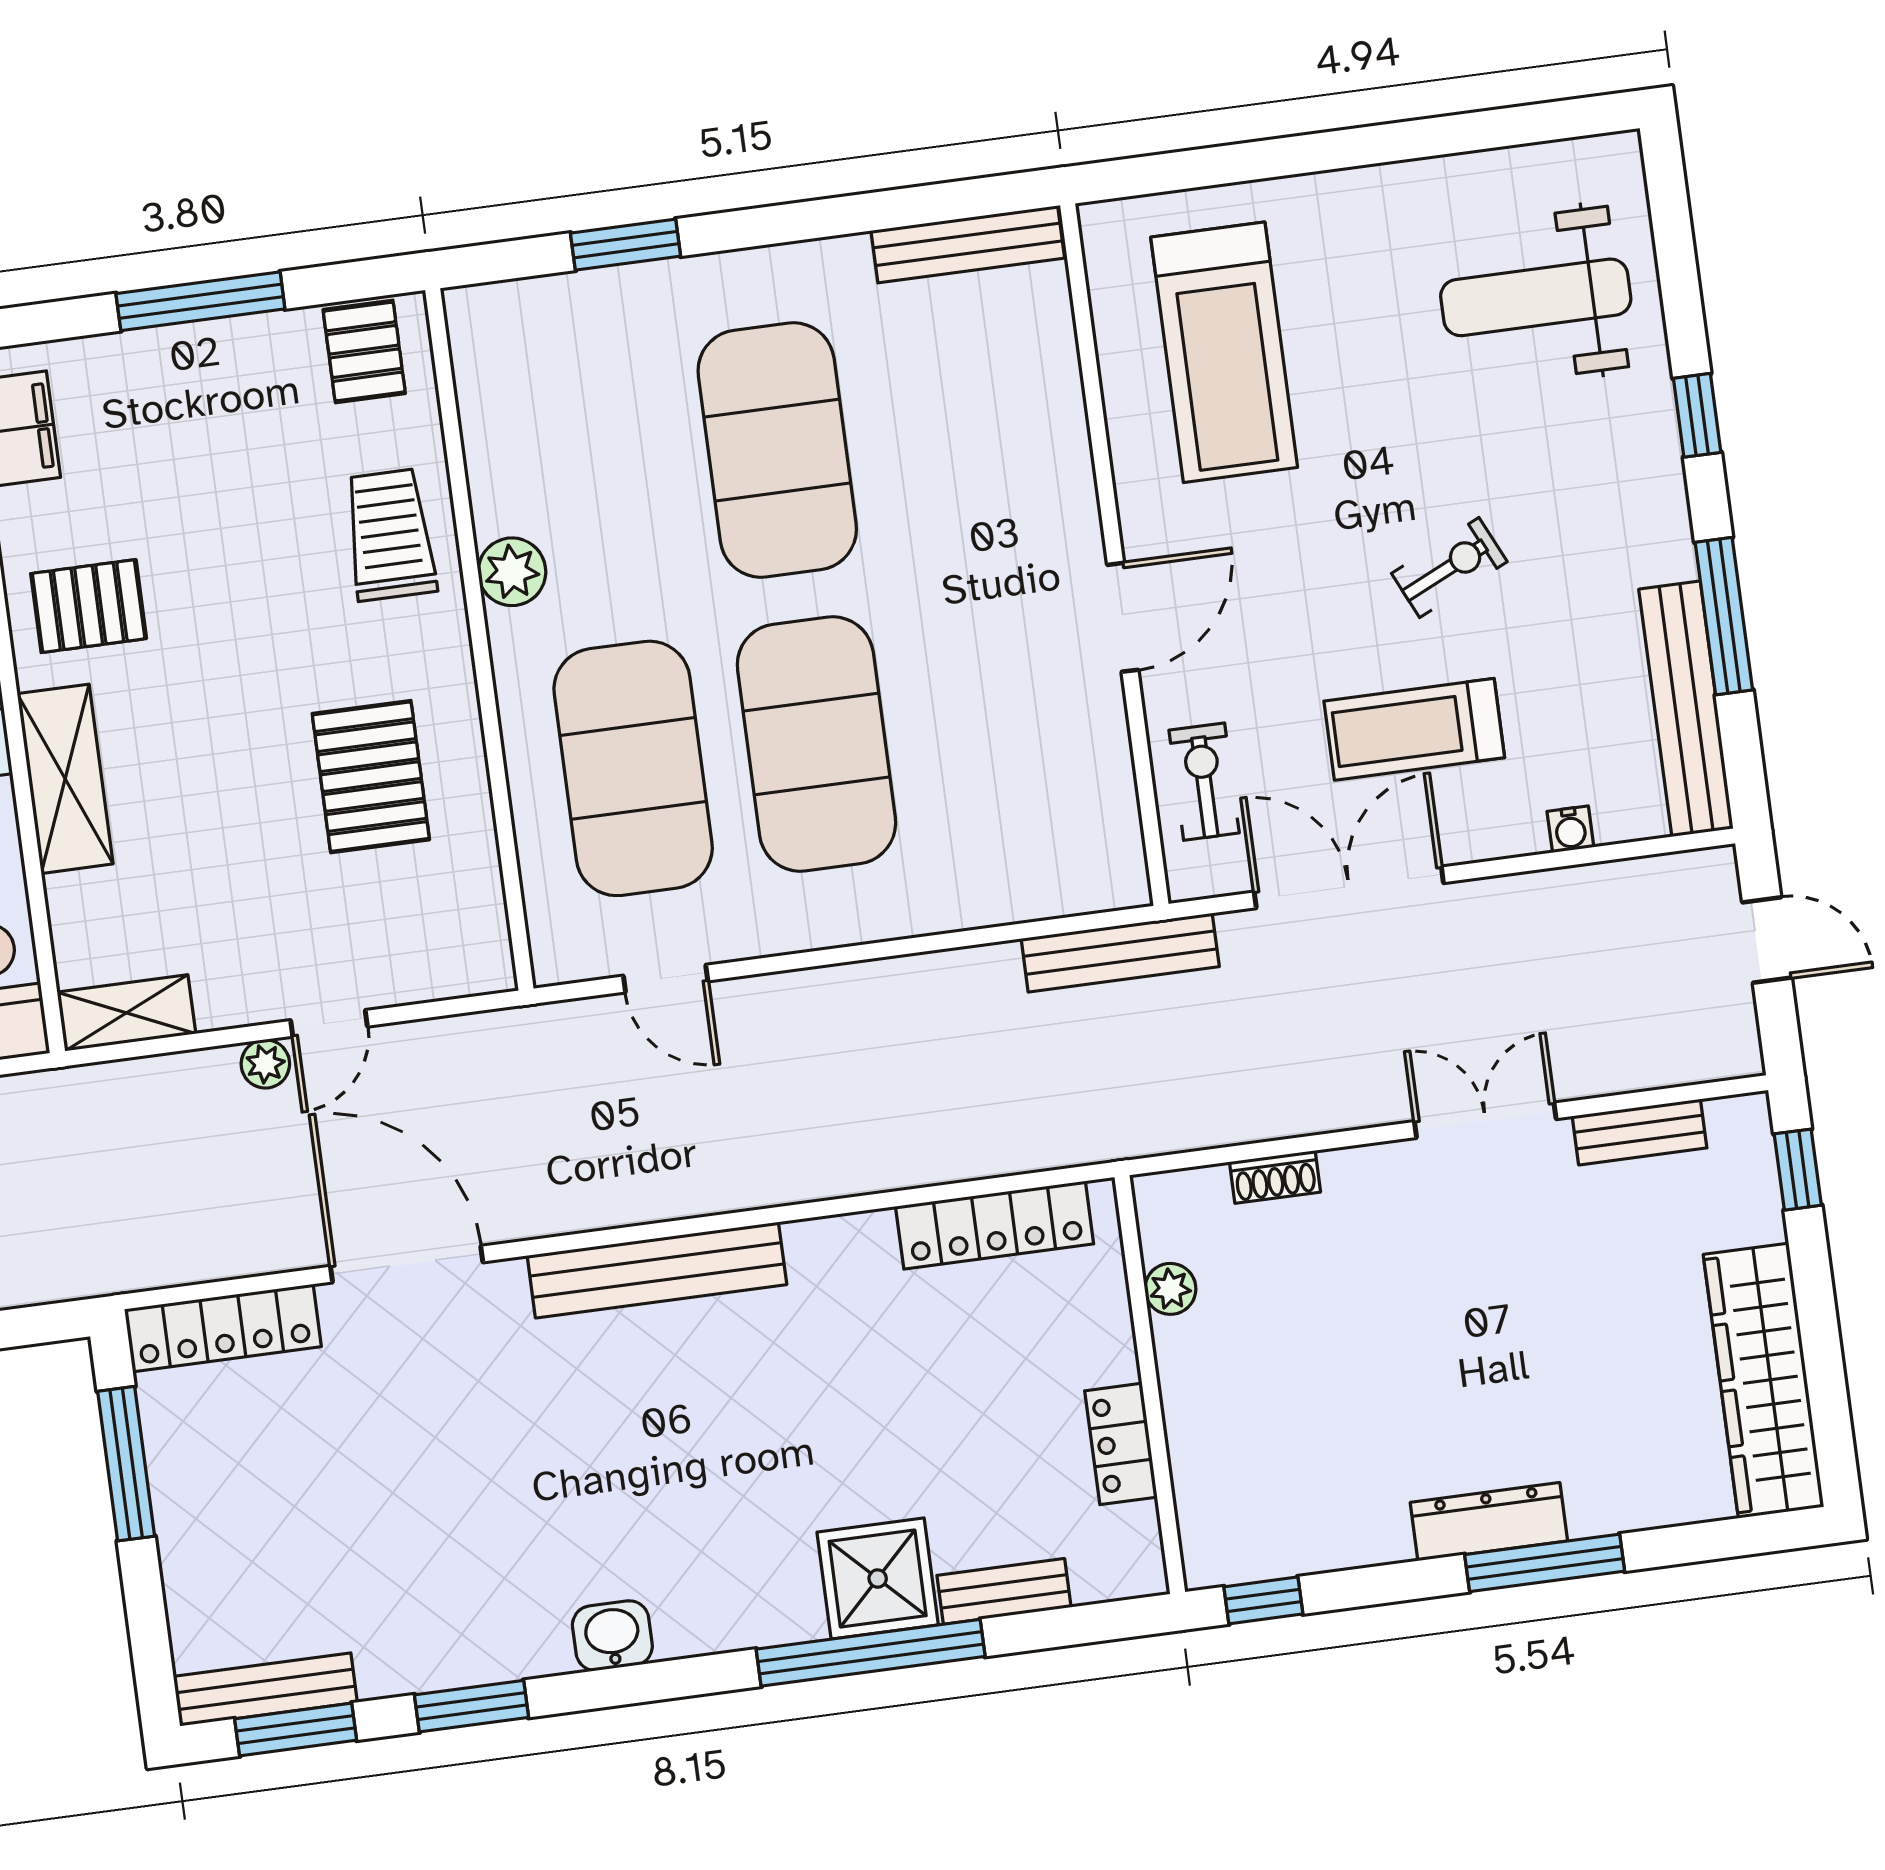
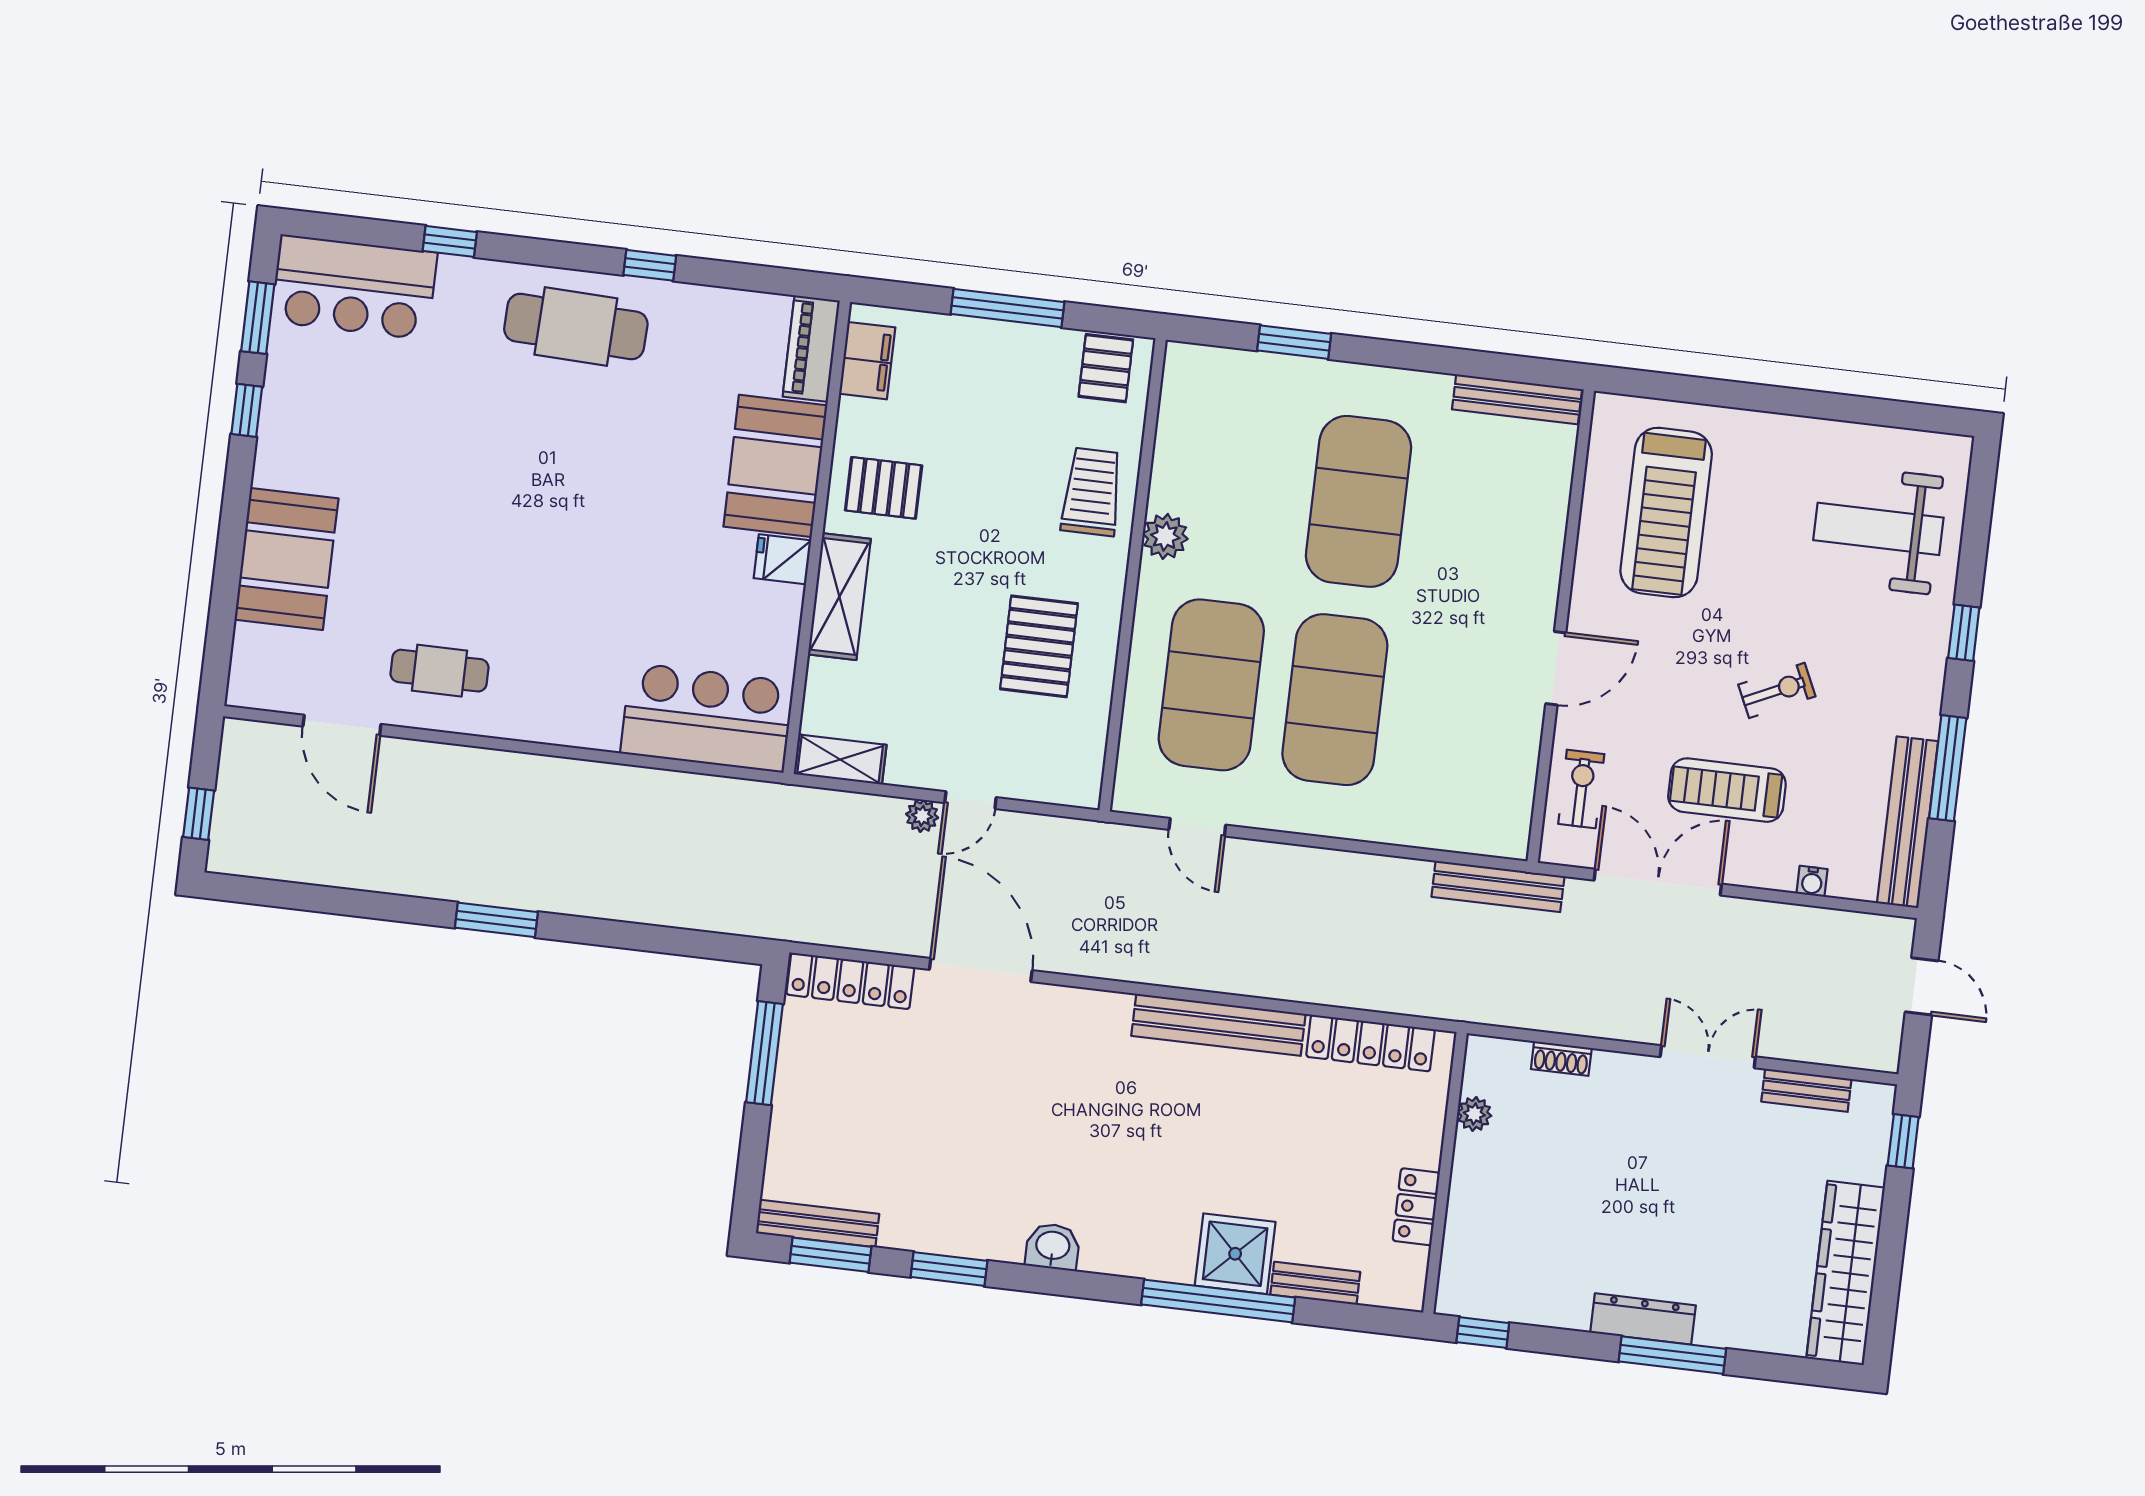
bench: (657, 1270) -> (1218, 1025), moved

